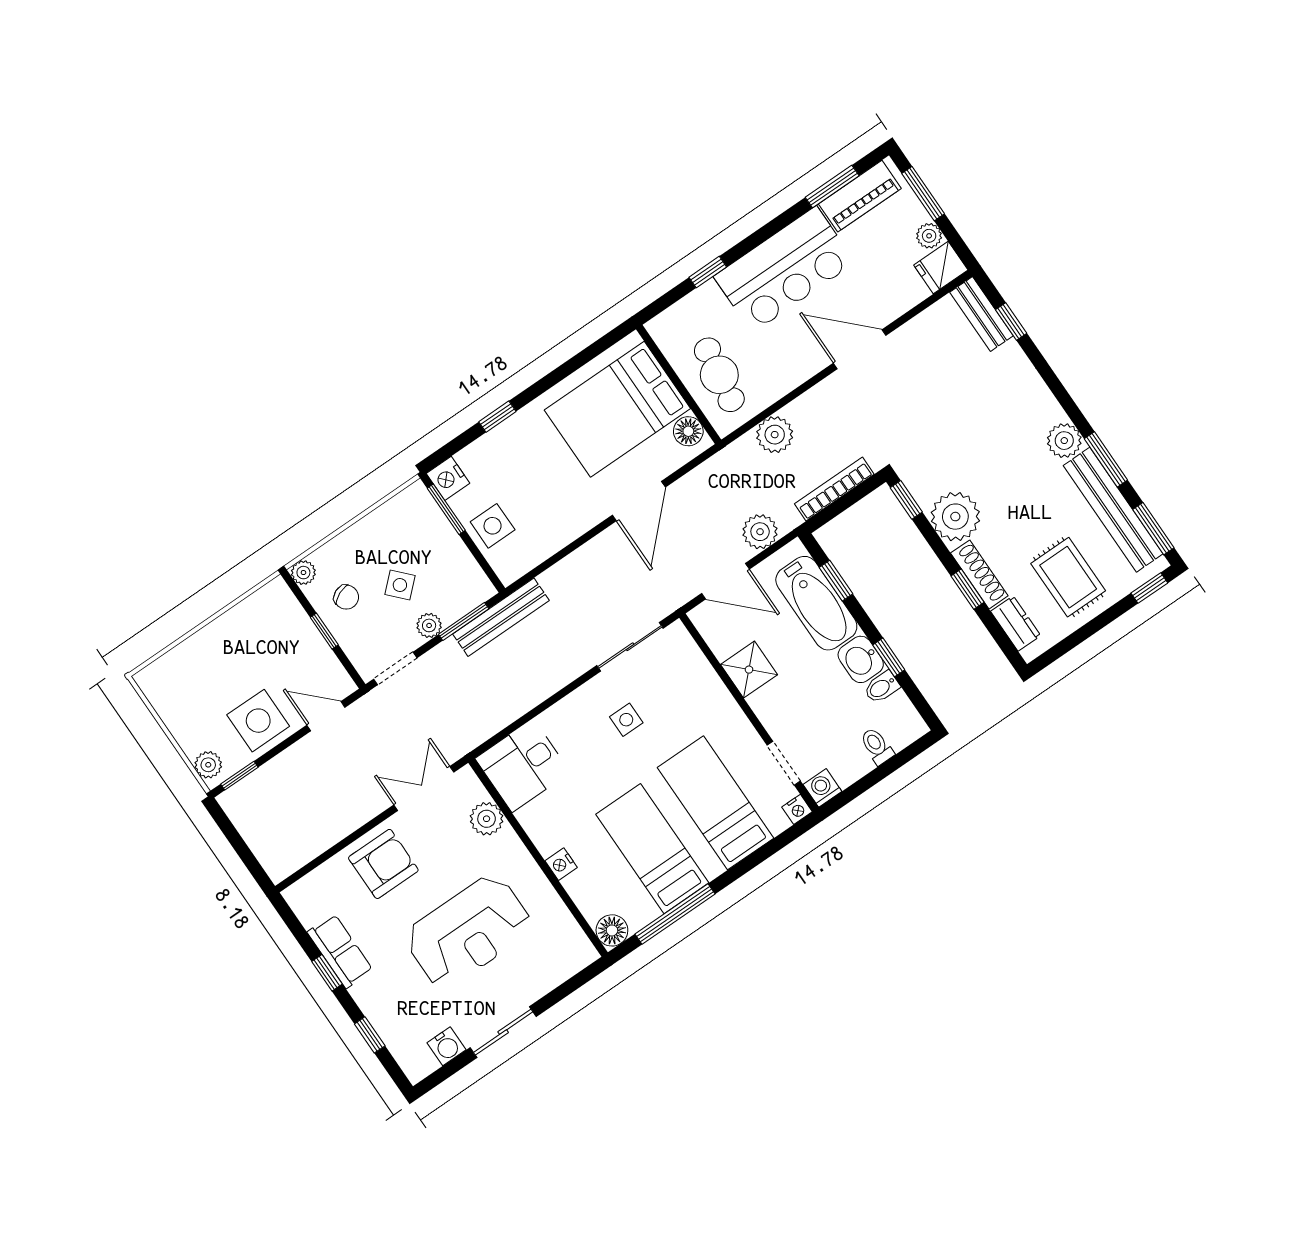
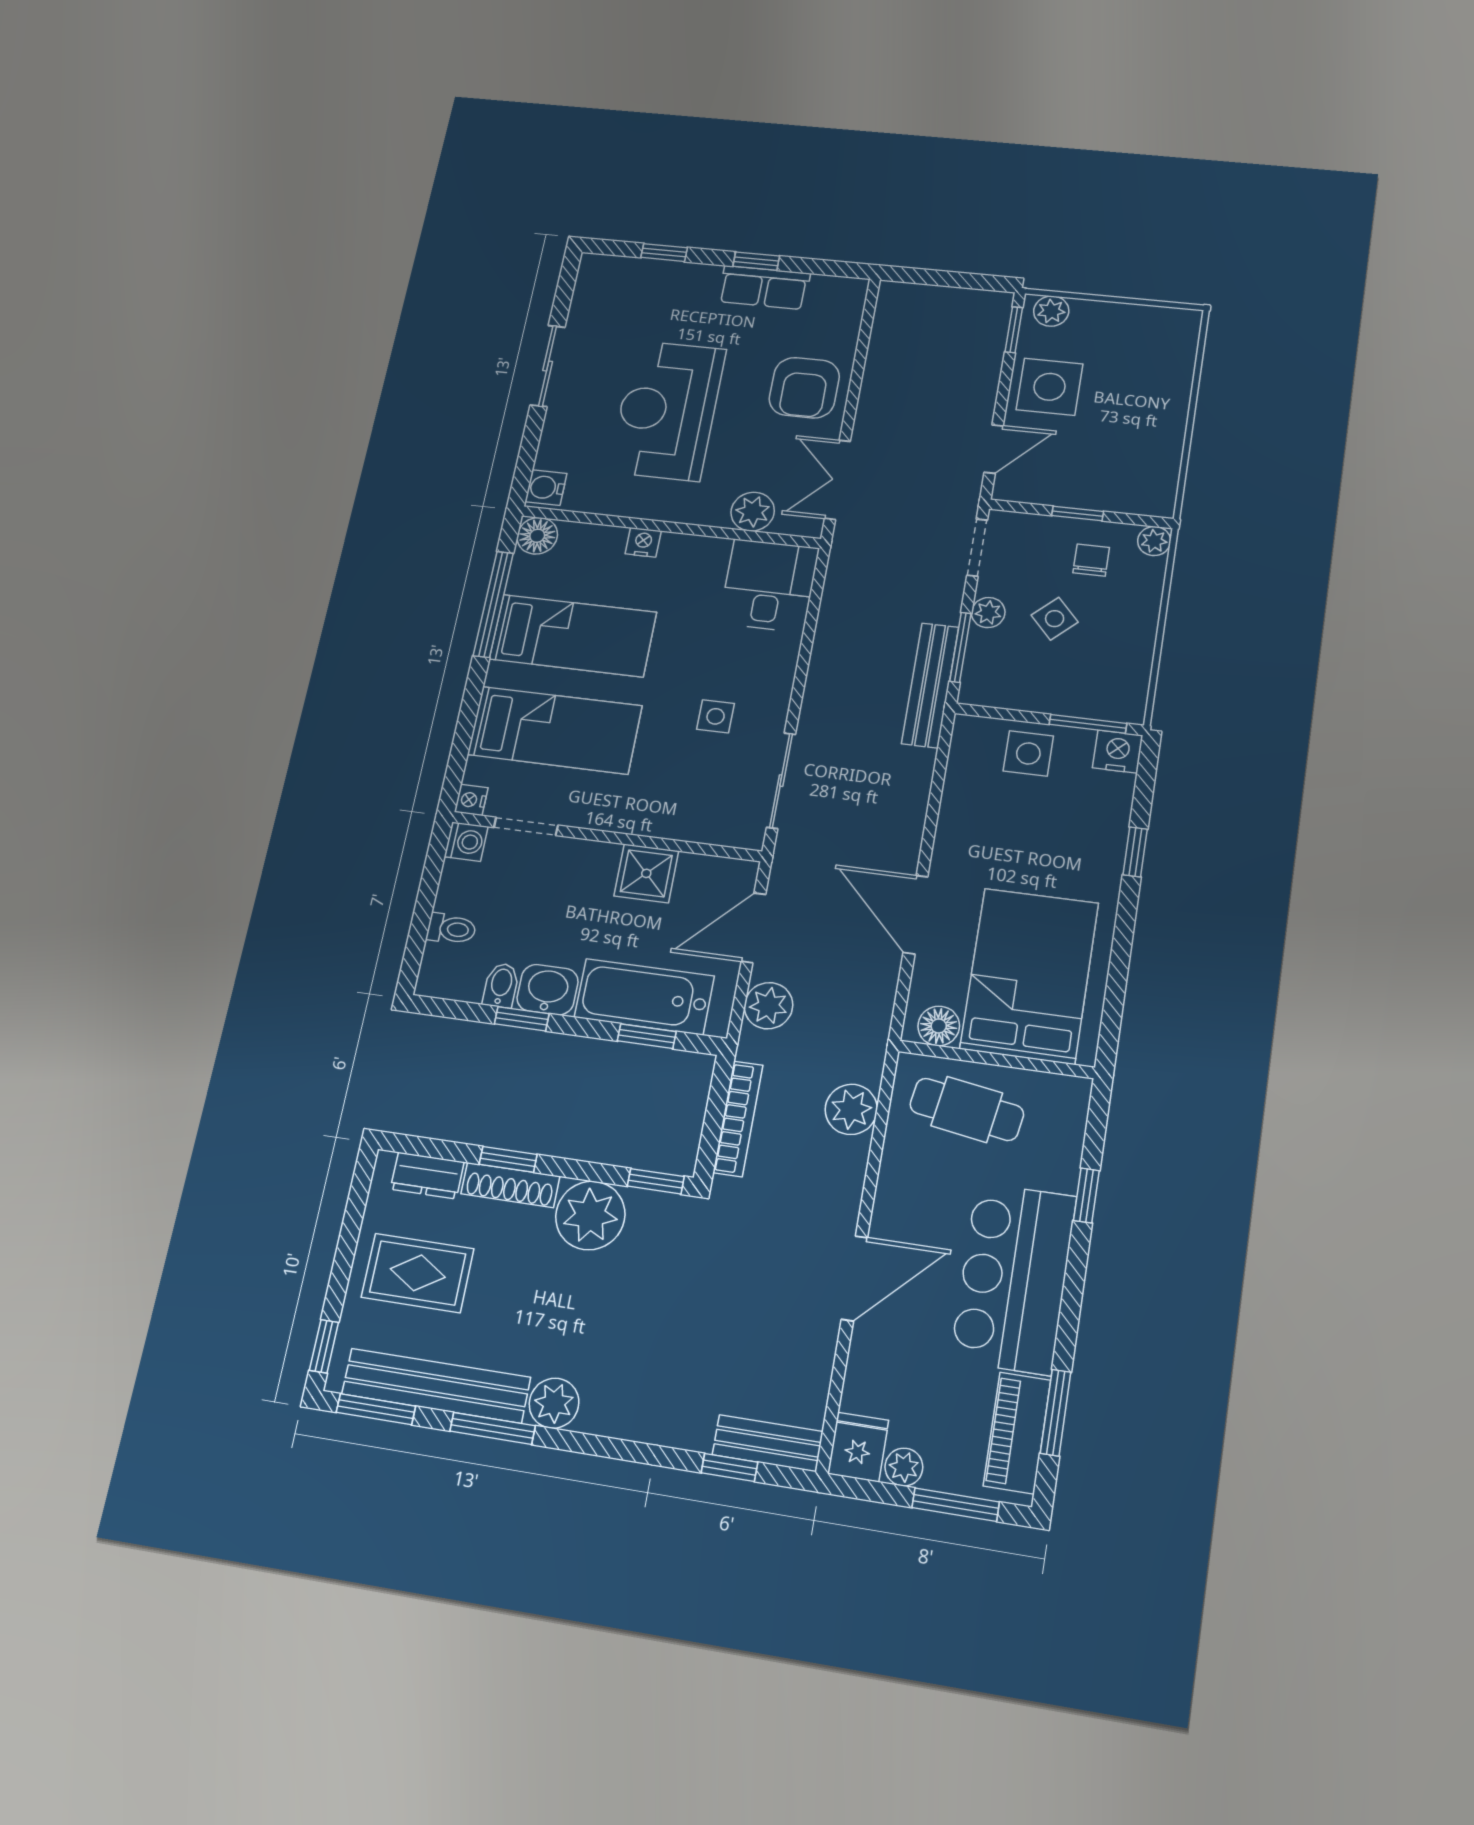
chair: (346, 597) -> (1091, 560), turned 114
double door: (424, 789) -> (837, 480), swing flipped
water cooler: (446, 1046) -> (546, 488), moved

